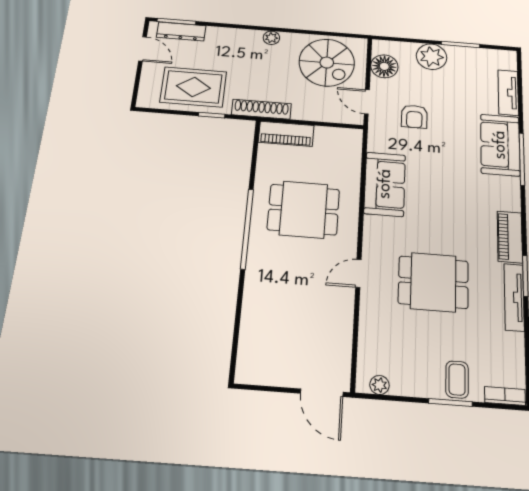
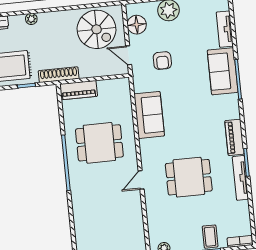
plant: (271, 38) -> (31, 19), moved

